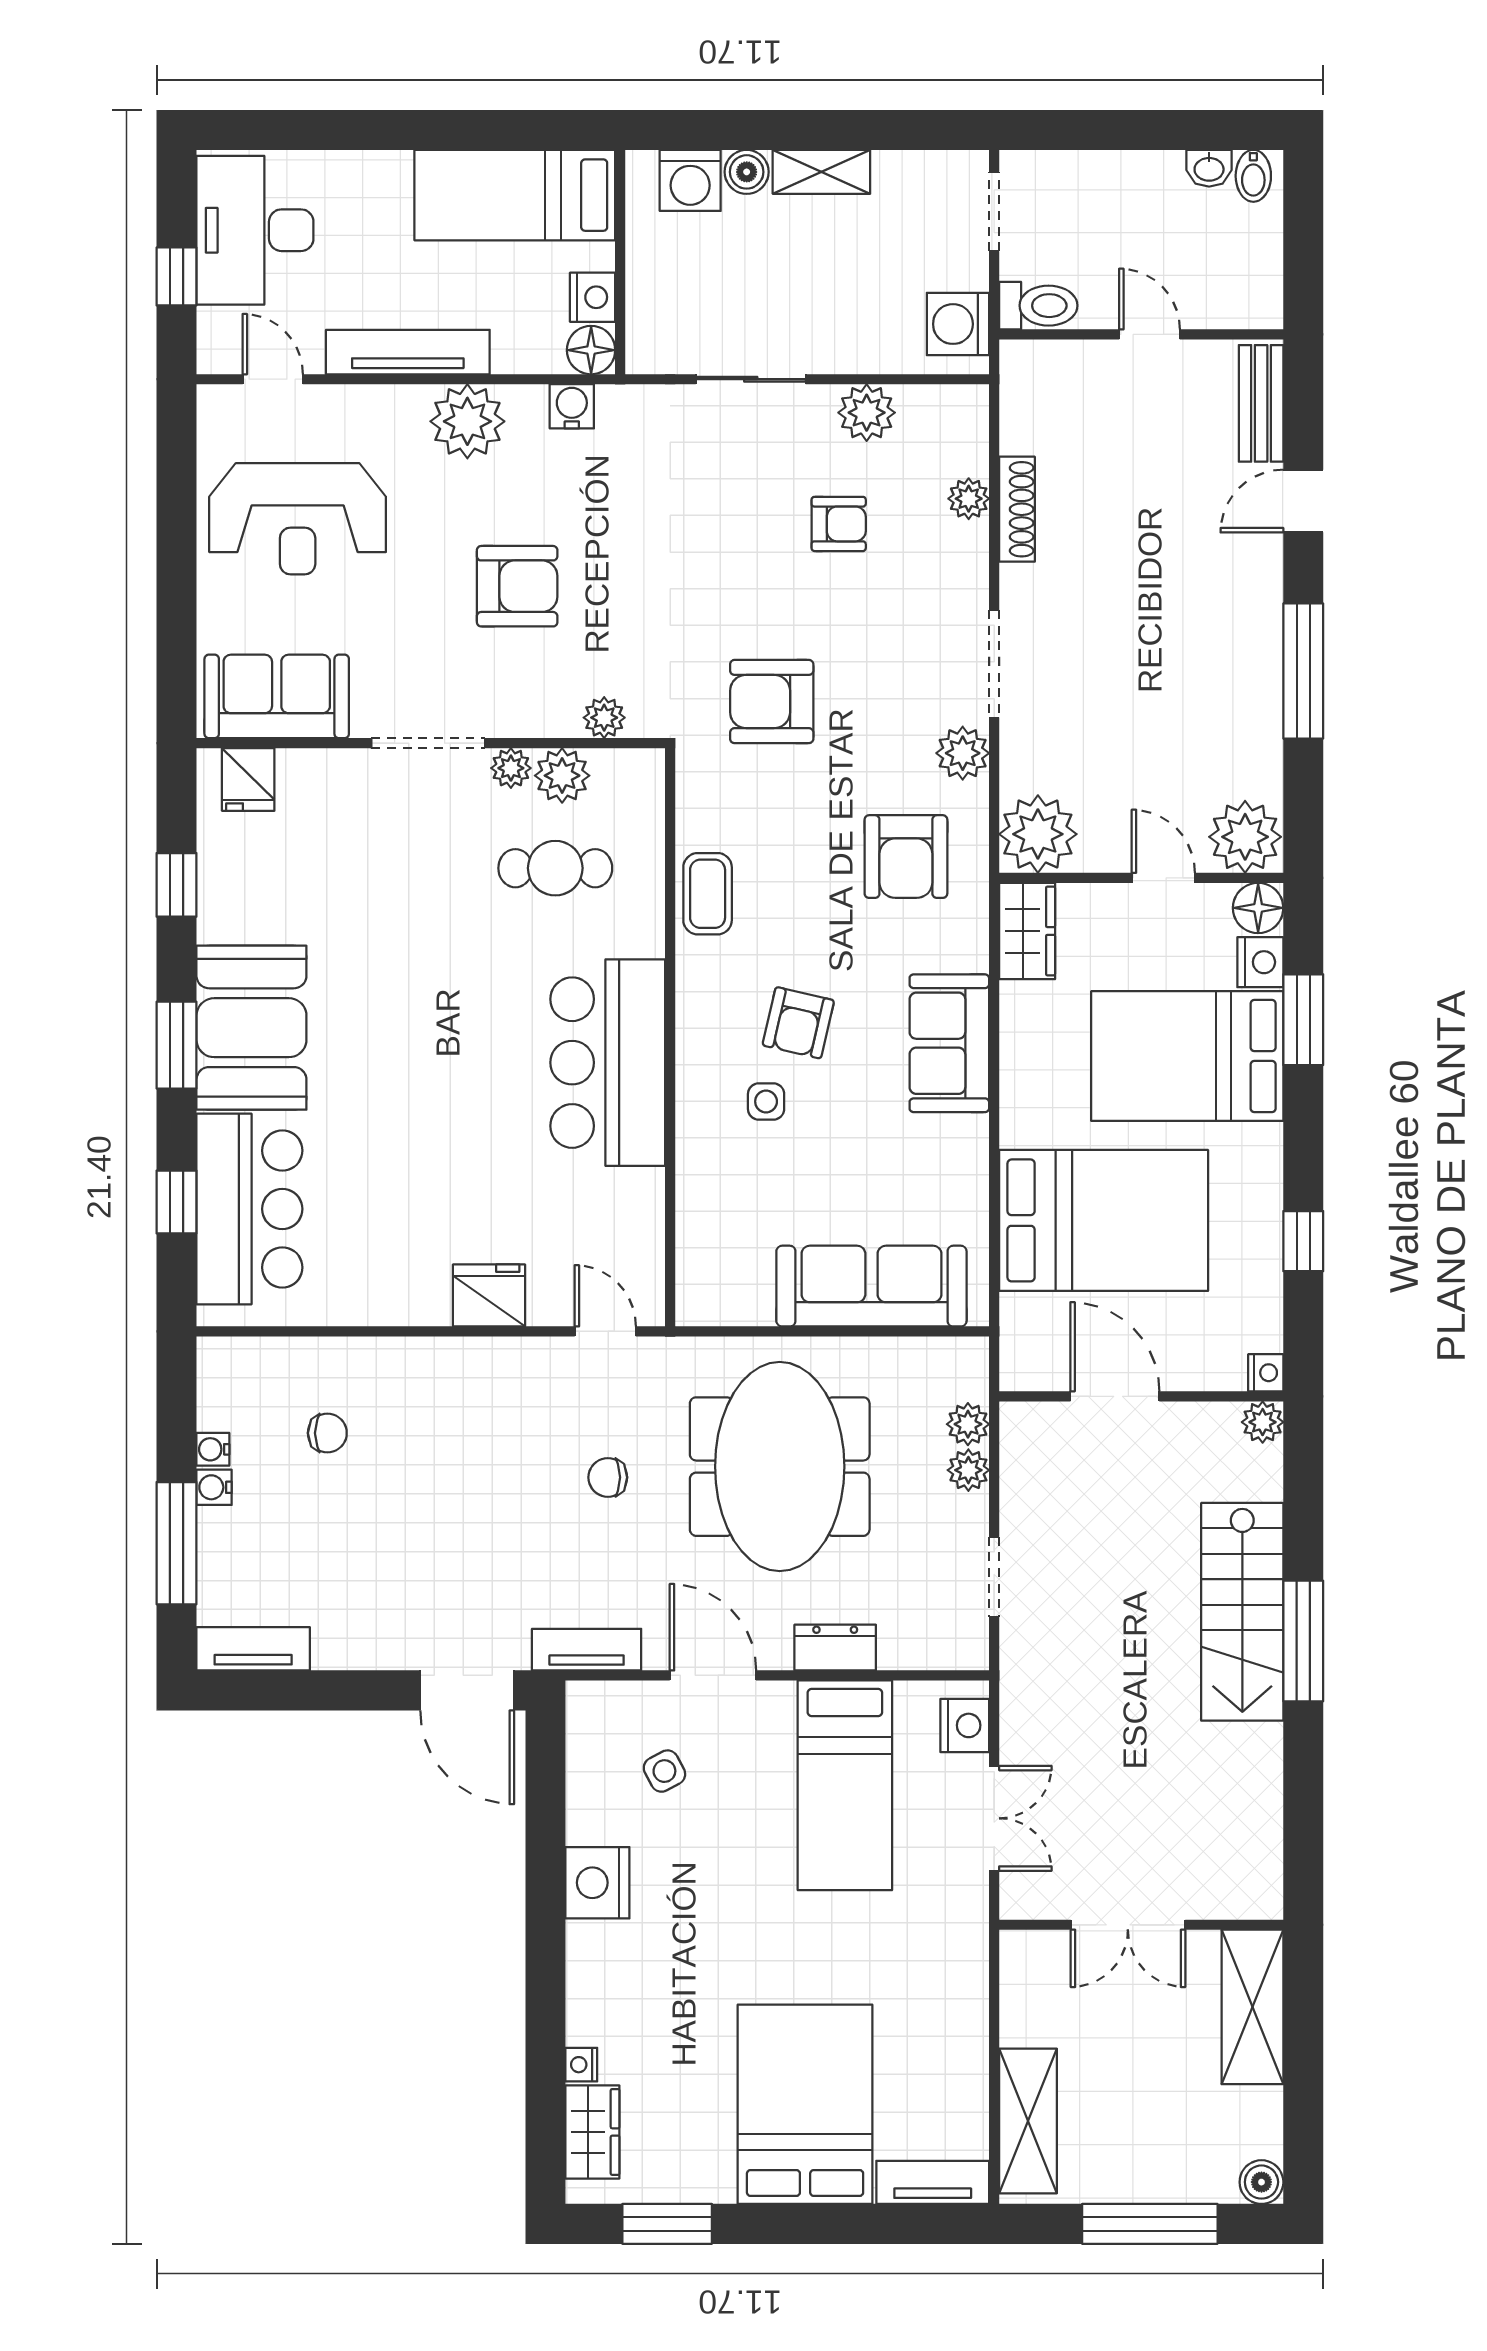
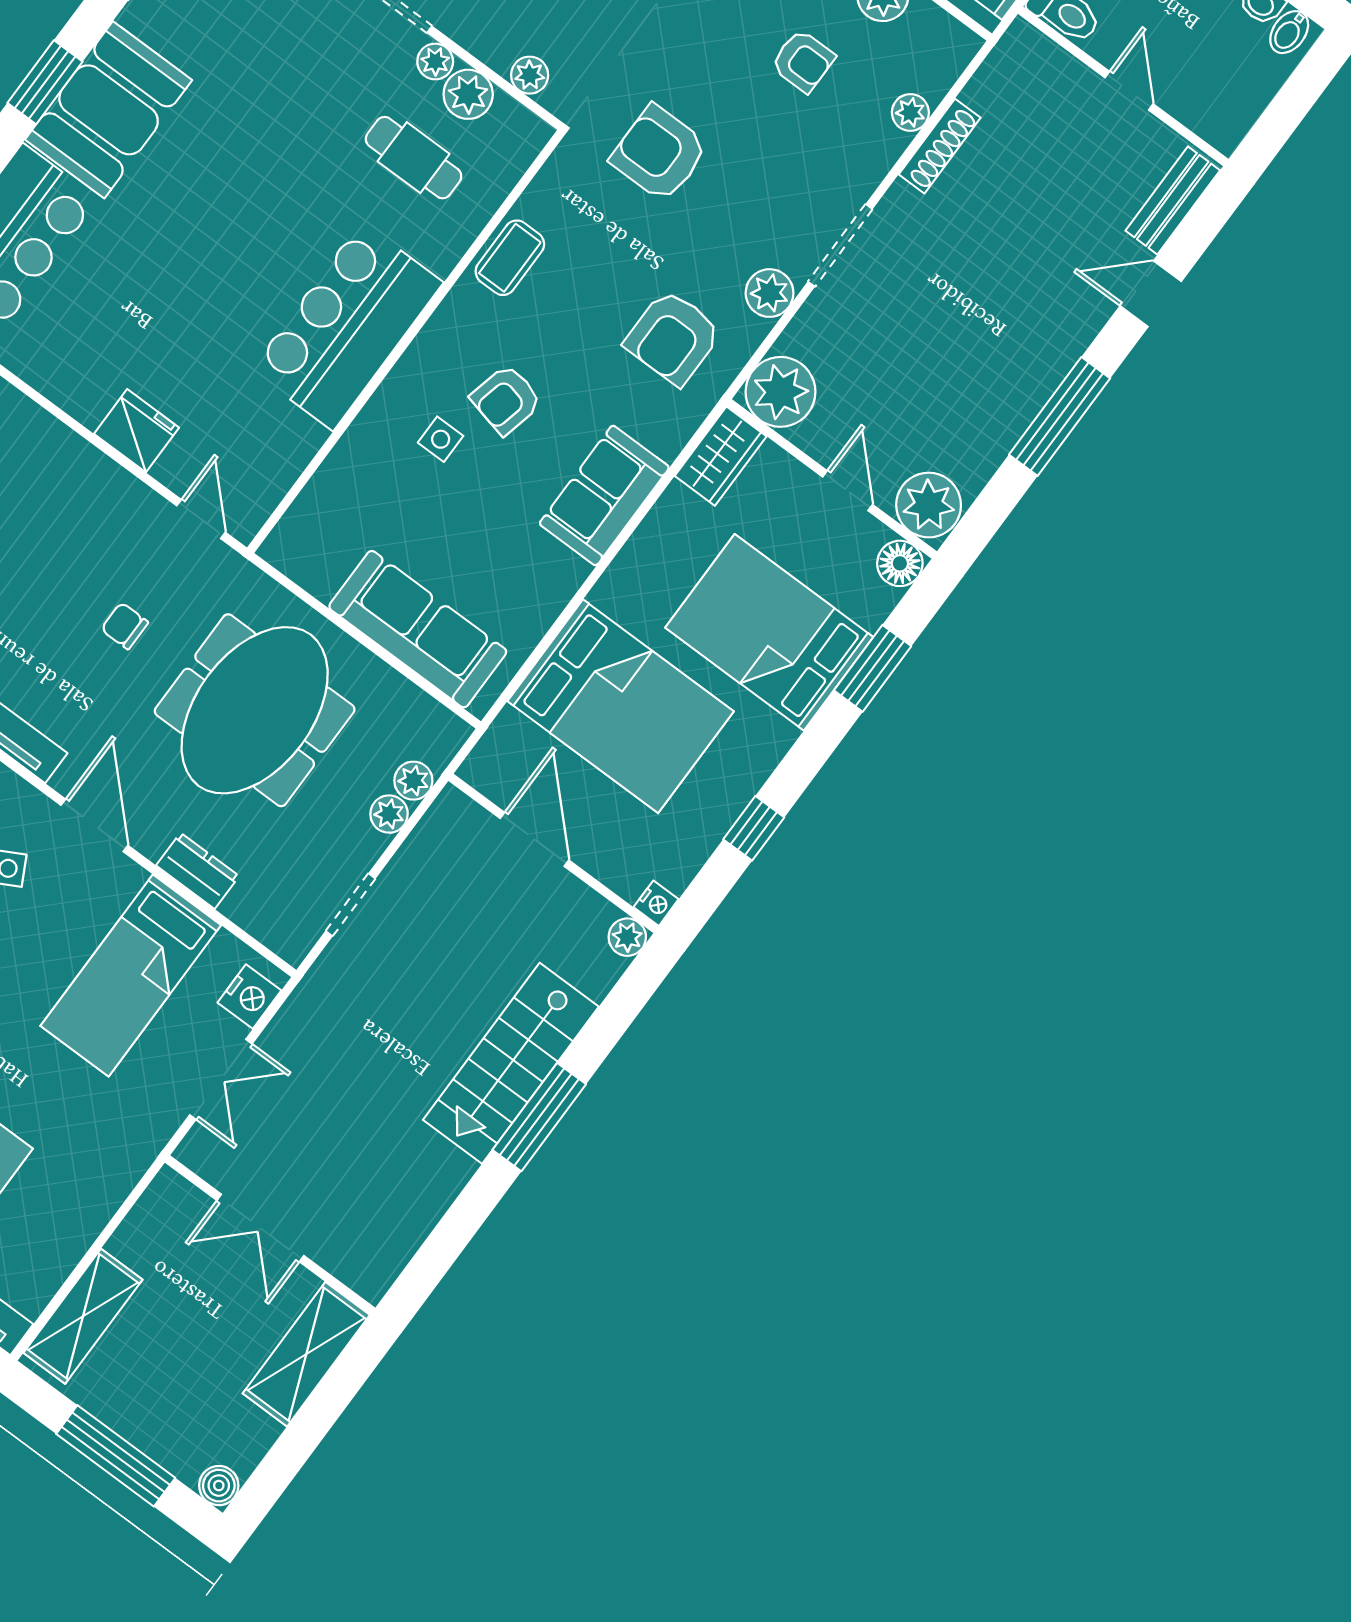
nightstand: (1260, 962) -> (872, 604), removed

